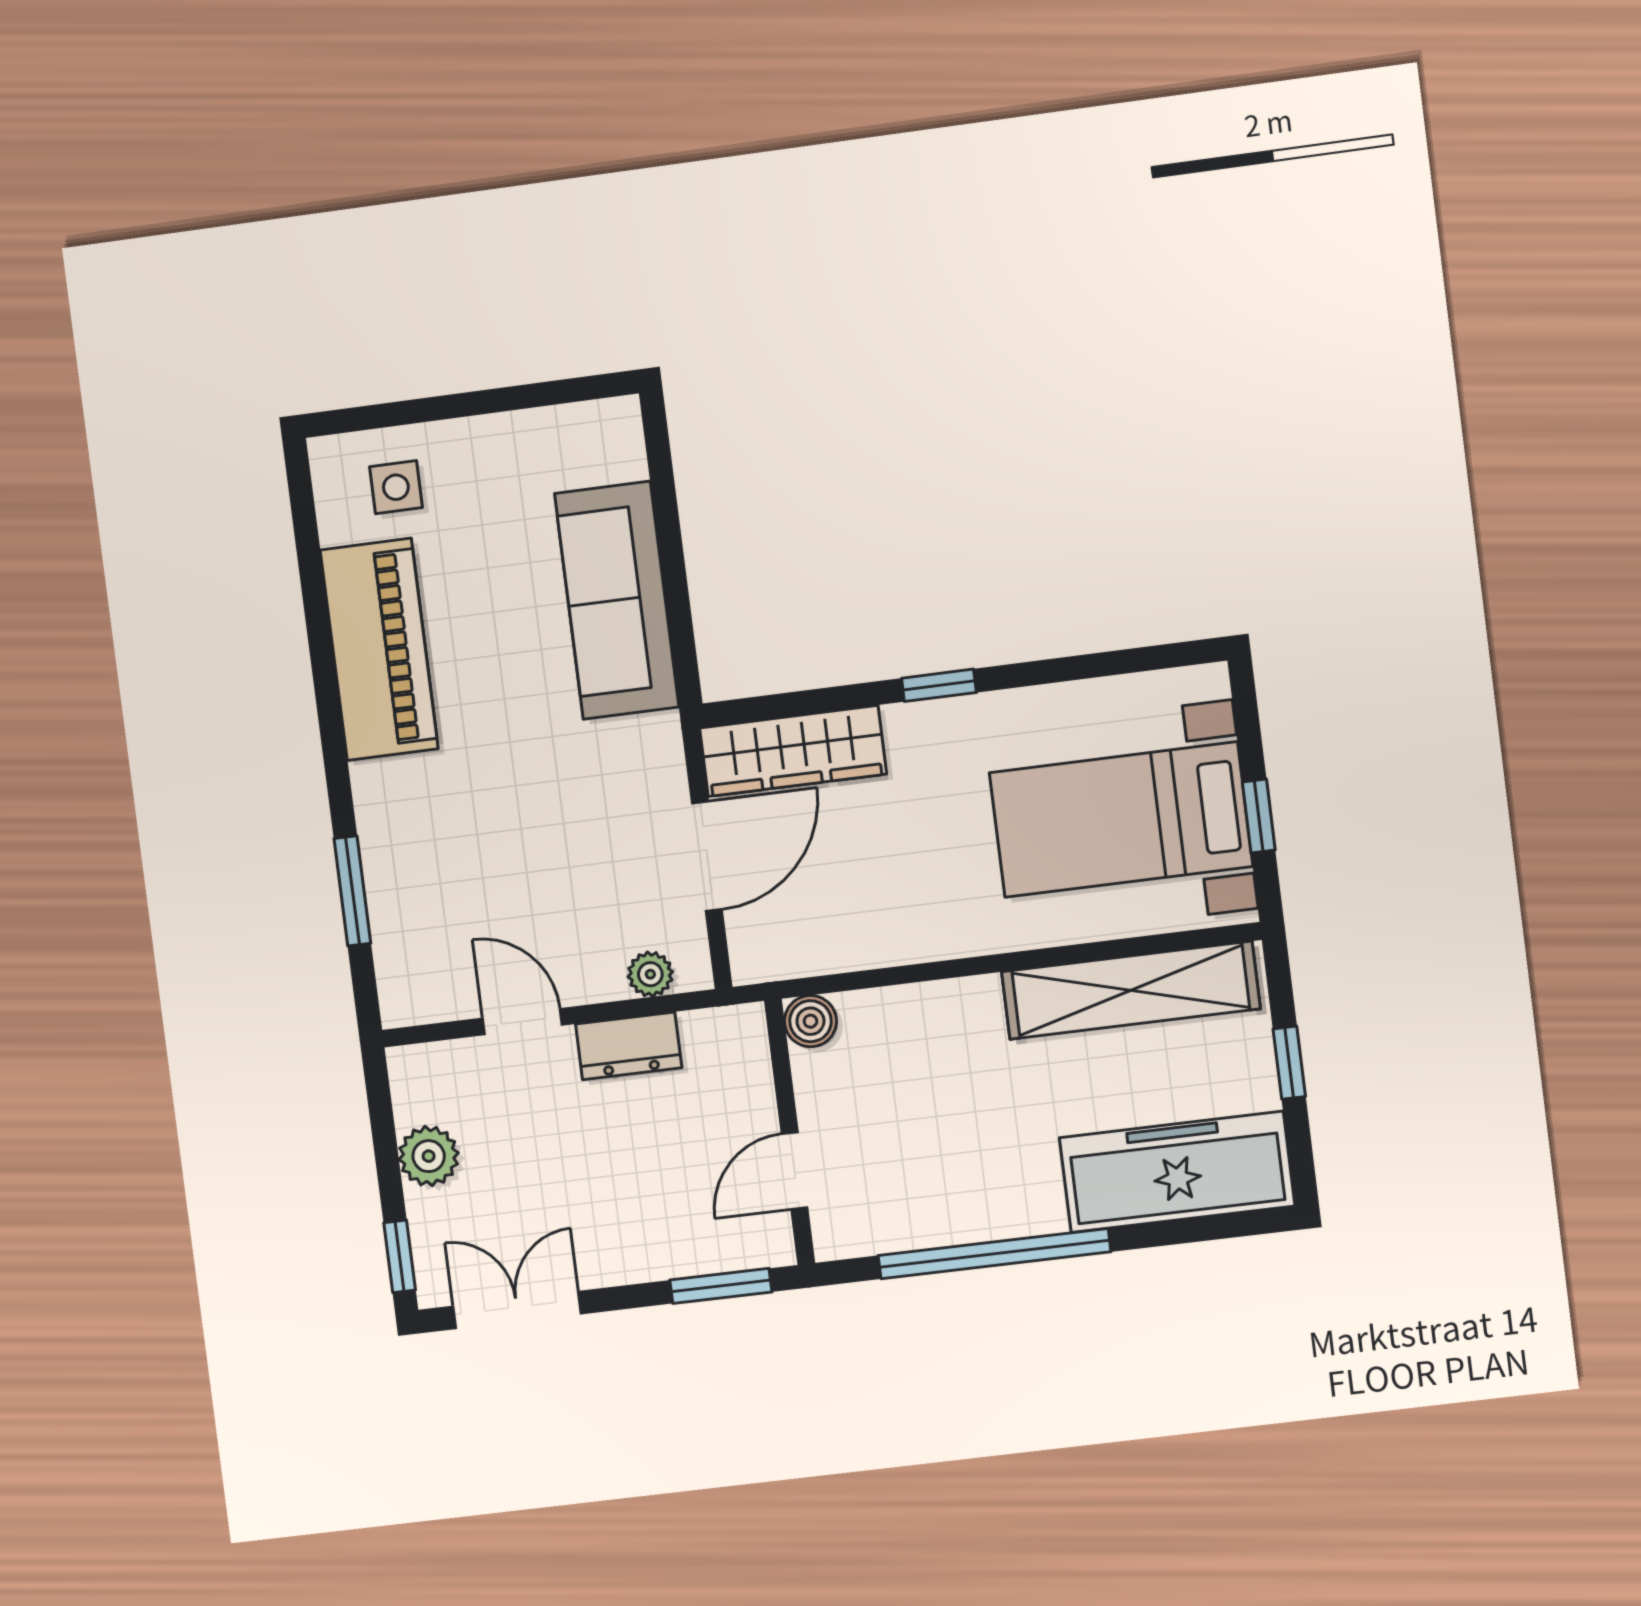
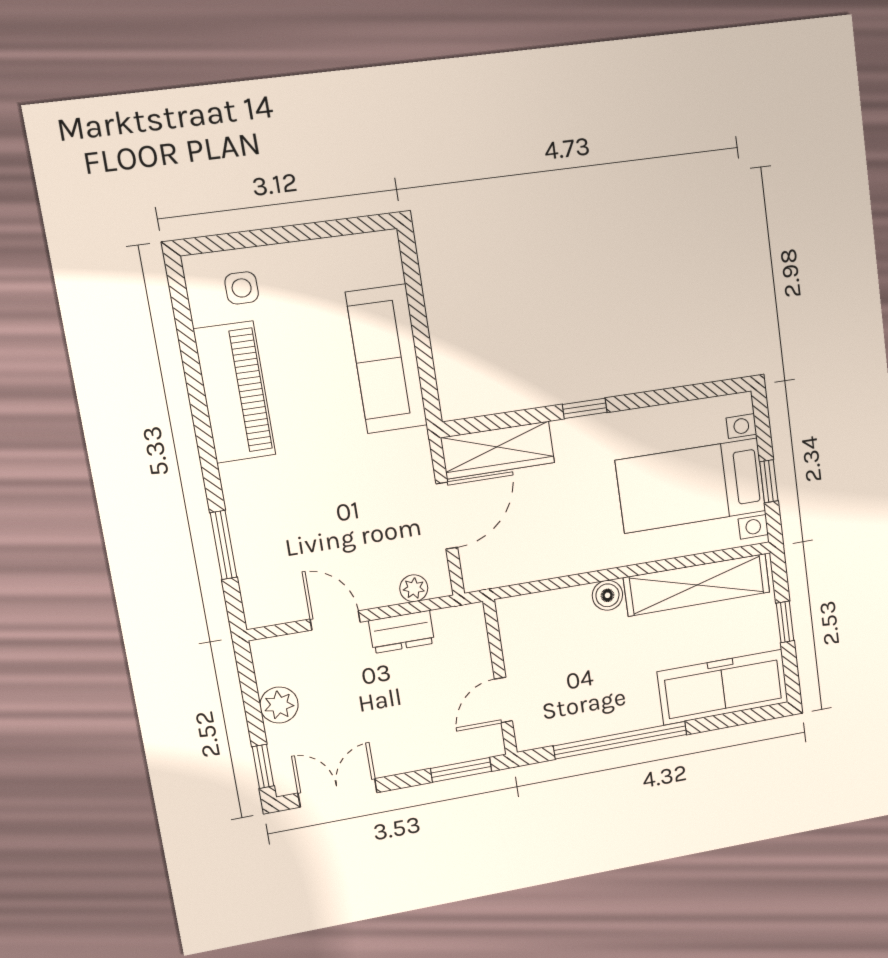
boiler: (810, 1021) -> (607, 595), moved

